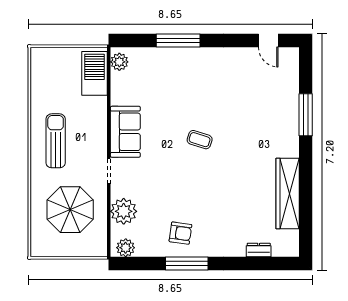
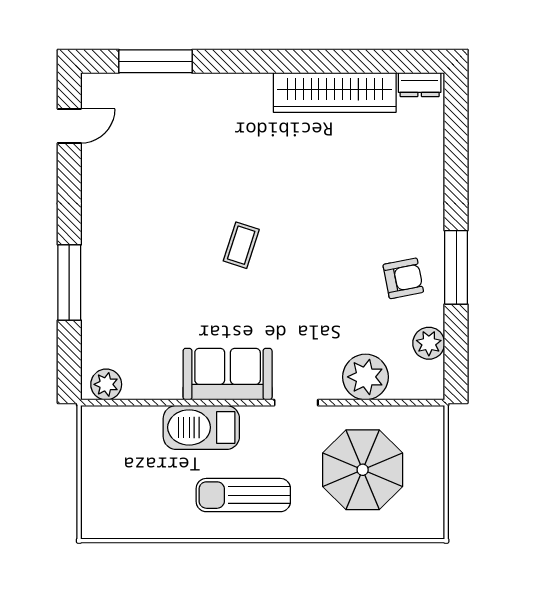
barbecue: (95, 73) -> (201, 427), moved
window: (306, 115) -> (155, 61), moved
armchair: (180, 233) -> (403, 278), turned 71
plant: (126, 248) -> (429, 343), moved
dresser: (259, 250) -> (420, 85), moved, turned -90

